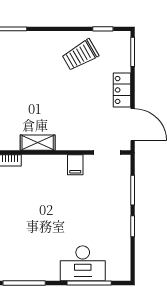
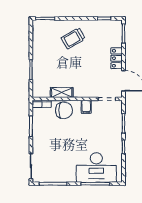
trolley: (80, 55) -> (73, 38), moved
chair: (41, 170) -> (64, 110), added
desk: (83, 263) -> (96, 168), width x1.36, depth x1.30

